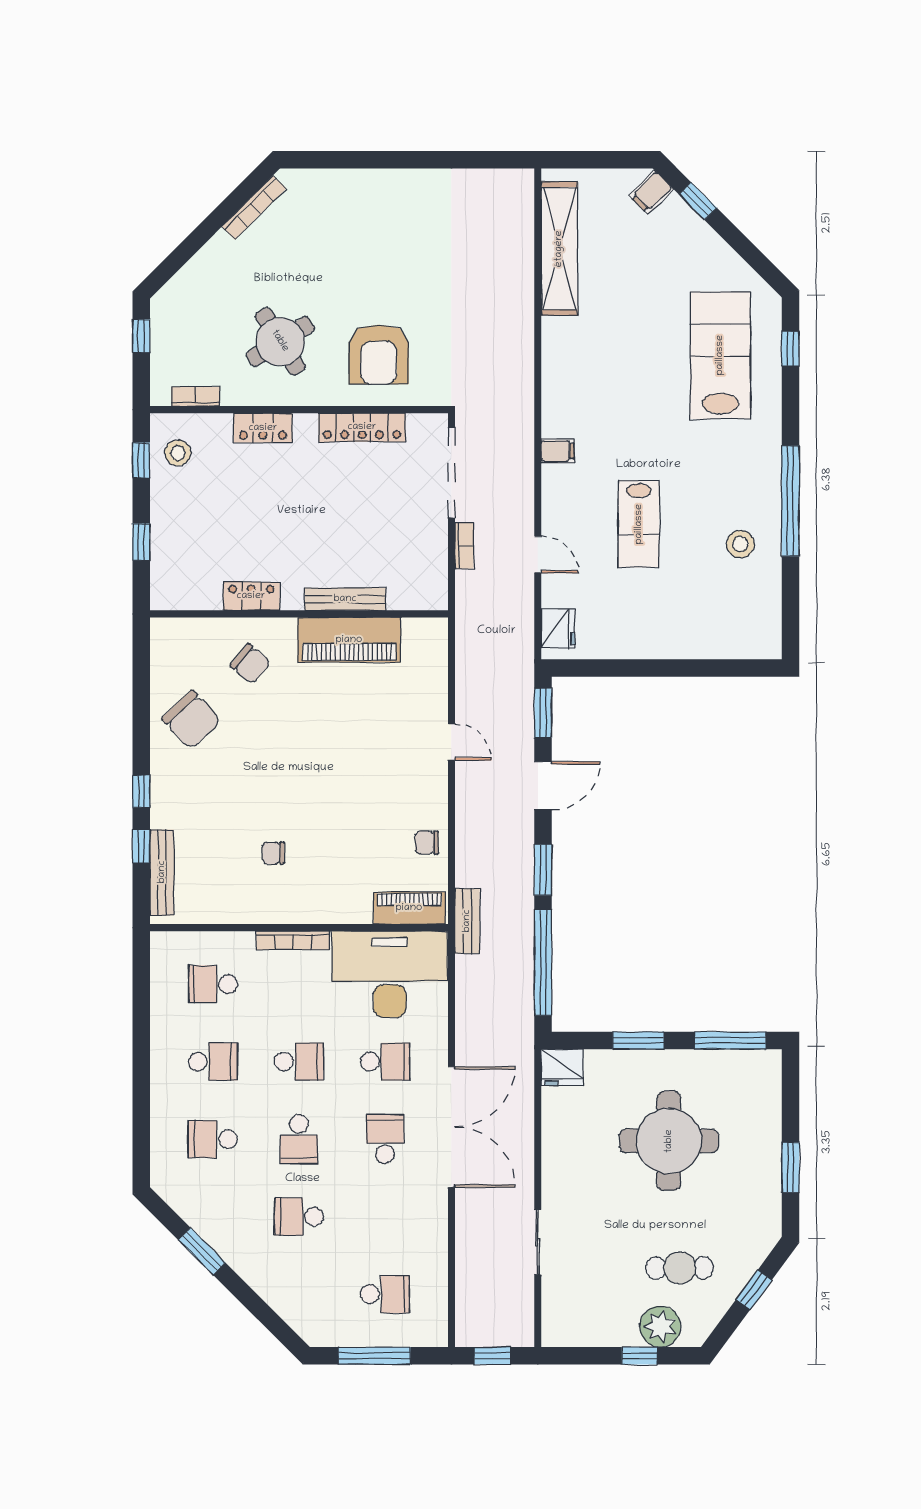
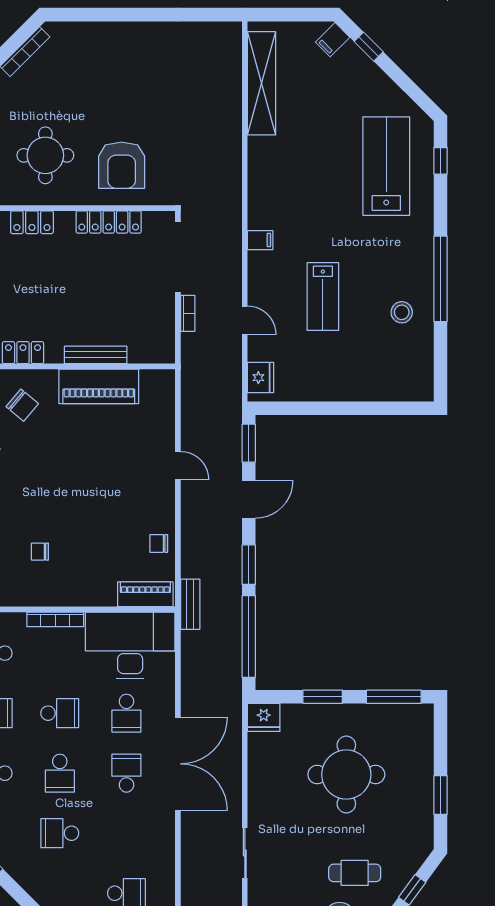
round table: (280, 341) -> (45, 155), turned 32
school desk: (385, 1062) -> (126, 713), turned 90

